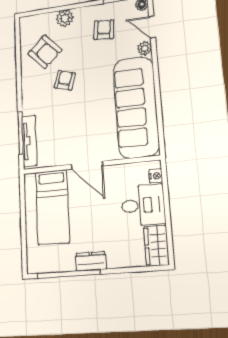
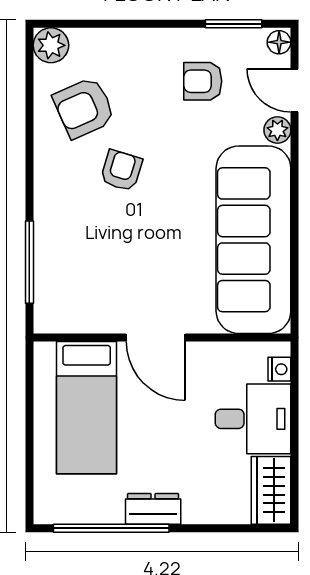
plant: (65, 18) -> (51, 45), moved
armchair: (104, 30) -> (203, 81), turned -96
armchair: (45, 52) -> (84, 108), turned 109
tv unit: (29, 141) -> (47, 280), removed

